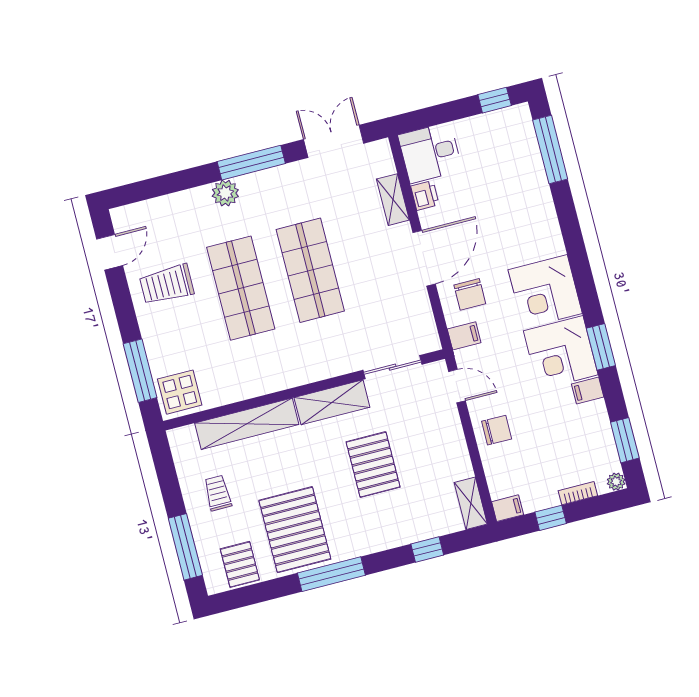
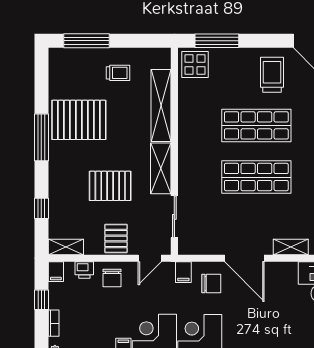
printer: (425, 195) -> (84, 270), moved
chair: (470, 294) -> (211, 283), turned 180
pallet: (240, 564) -> (116, 239), moved, turned 90

